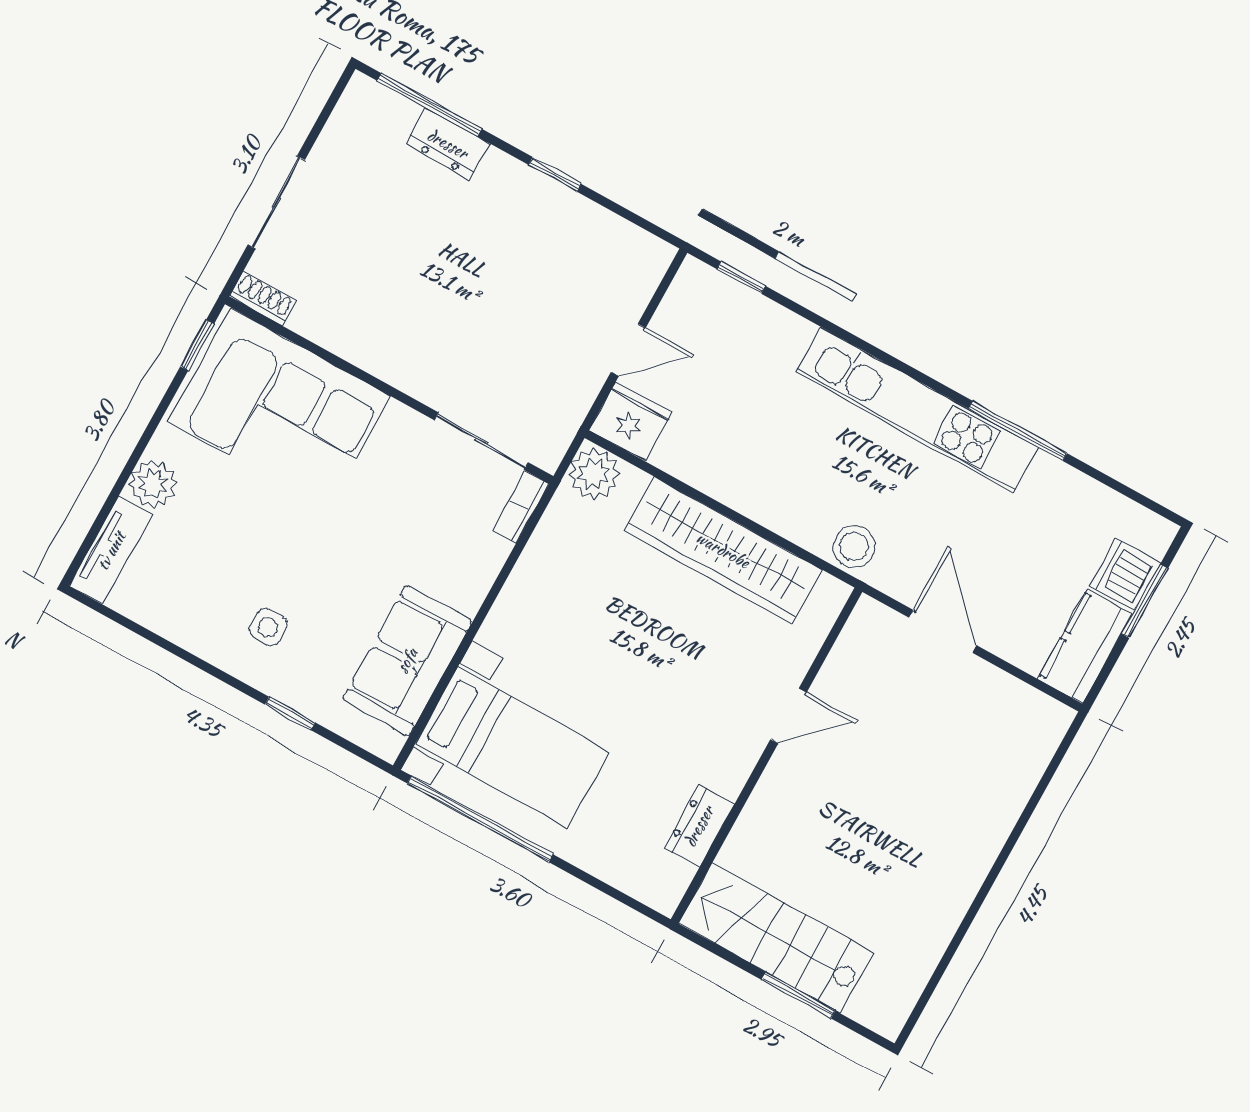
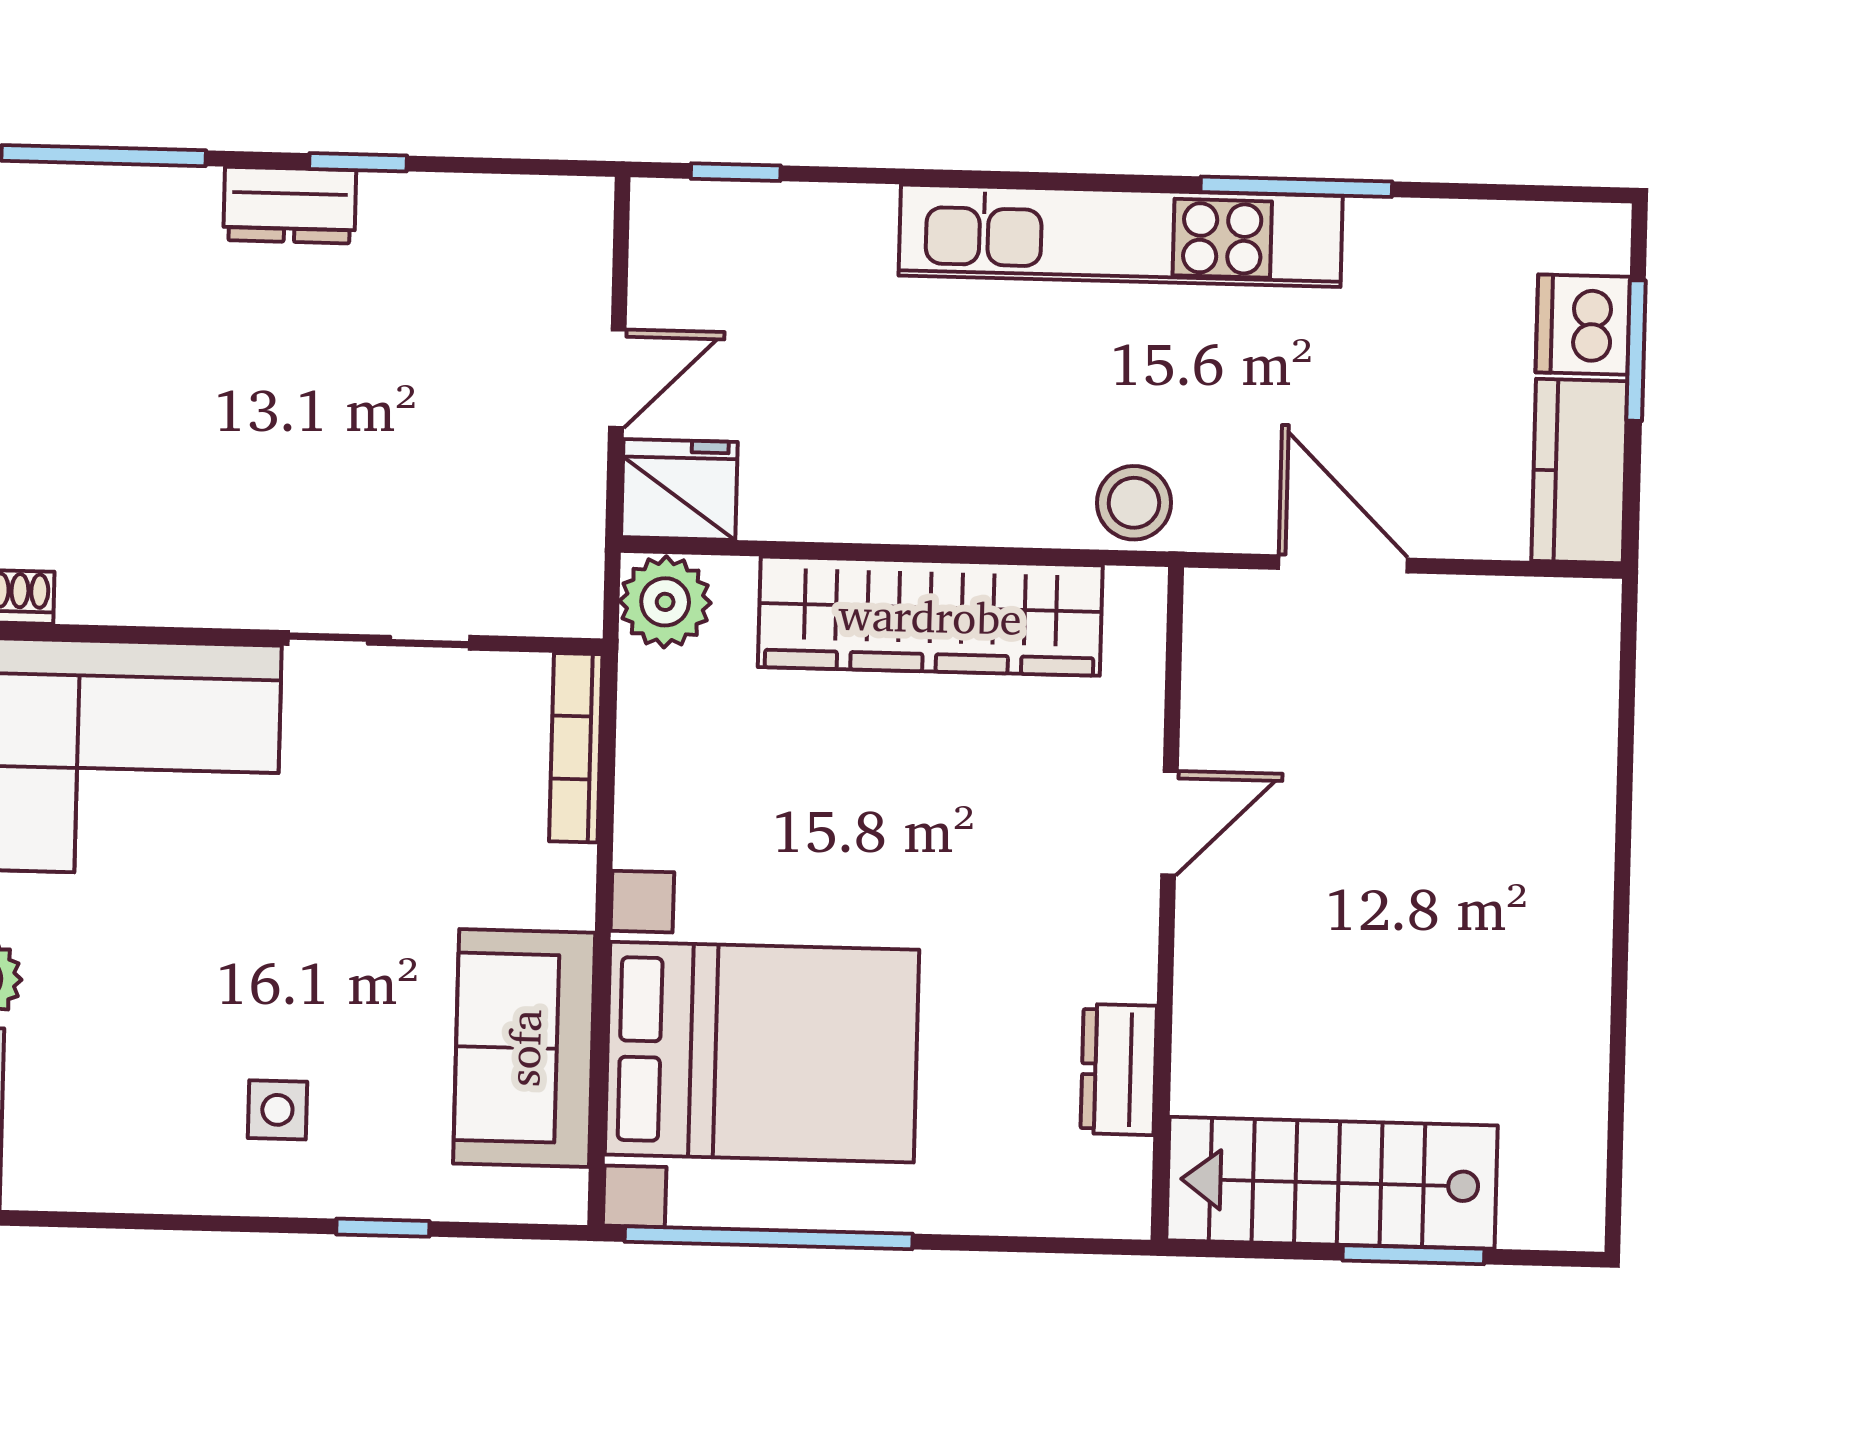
dresser: (448, 144) -> (290, 205), moved
sliding door: (481, 441) -> (379, 640), moved
bookcase: (521, 507) -> (576, 748), width x1.56
bed with nightstands: (512, 748) -> (762, 1052), width x1.36

